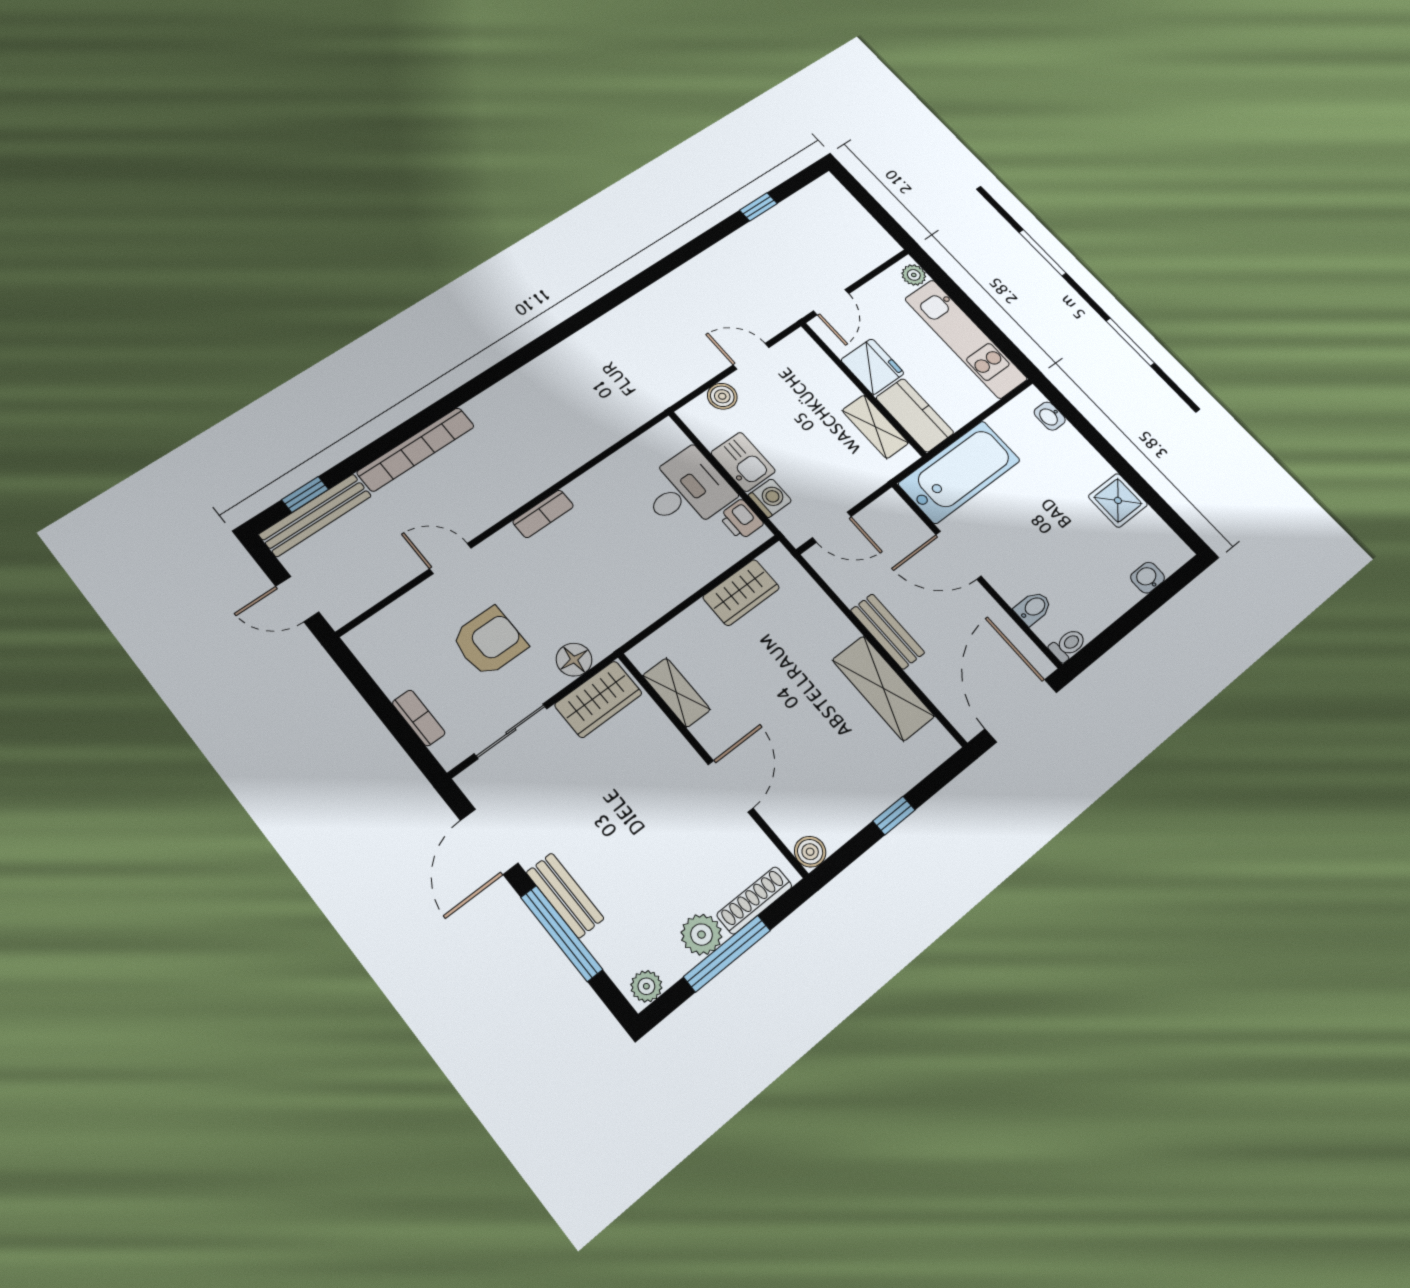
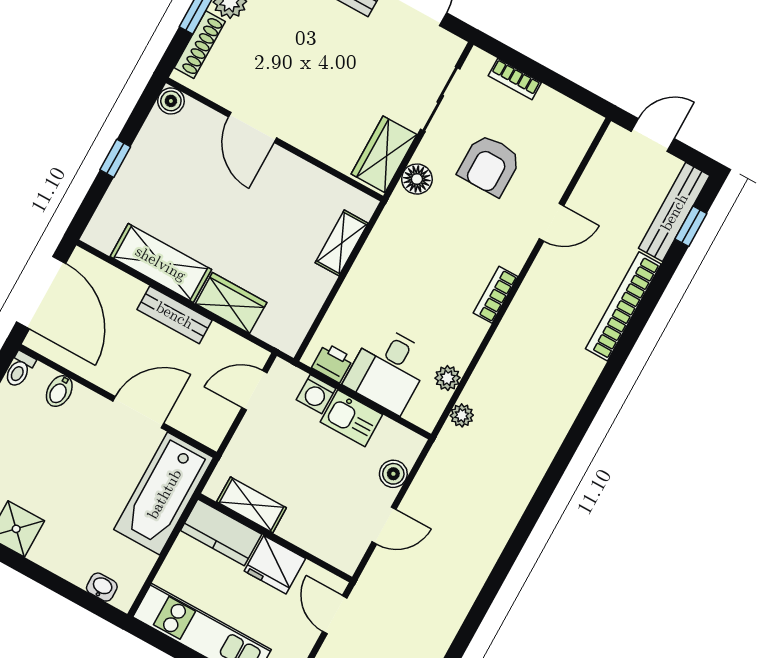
plant: (630, 419) -> (462, 415), added
plant: (629, 458) -> (448, 378), added
wardrobe: (741, 592) -> (231, 303), moved, turned 90
shelving: (676, 693) -> (342, 243), moved, turned 90

